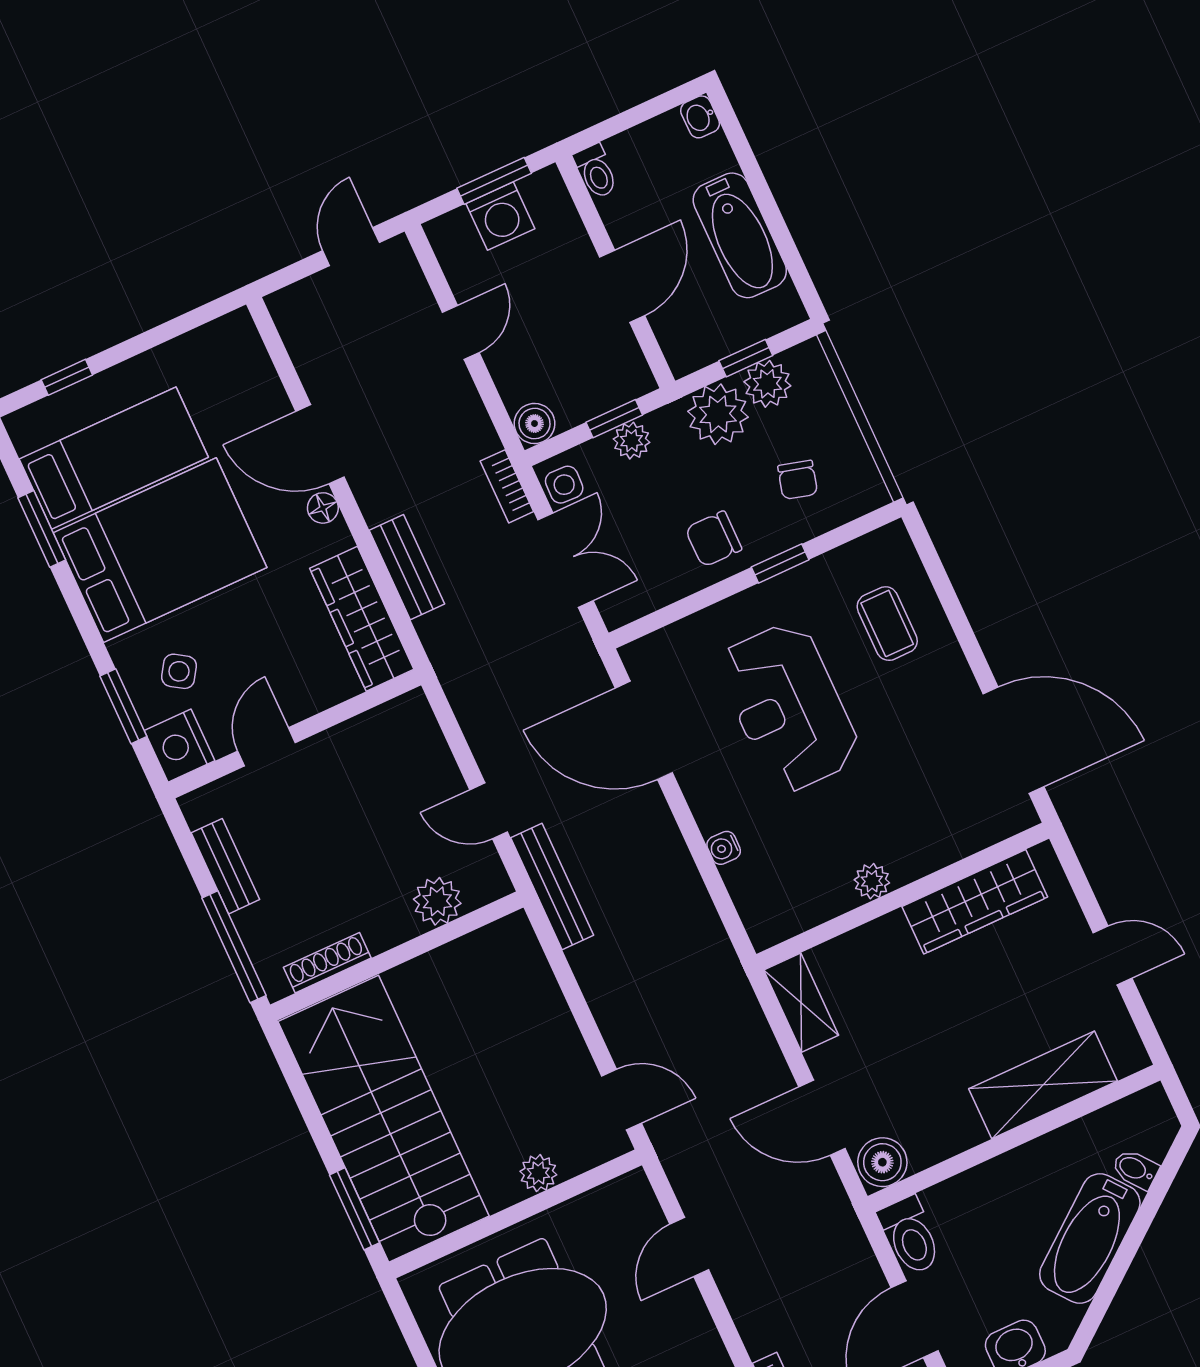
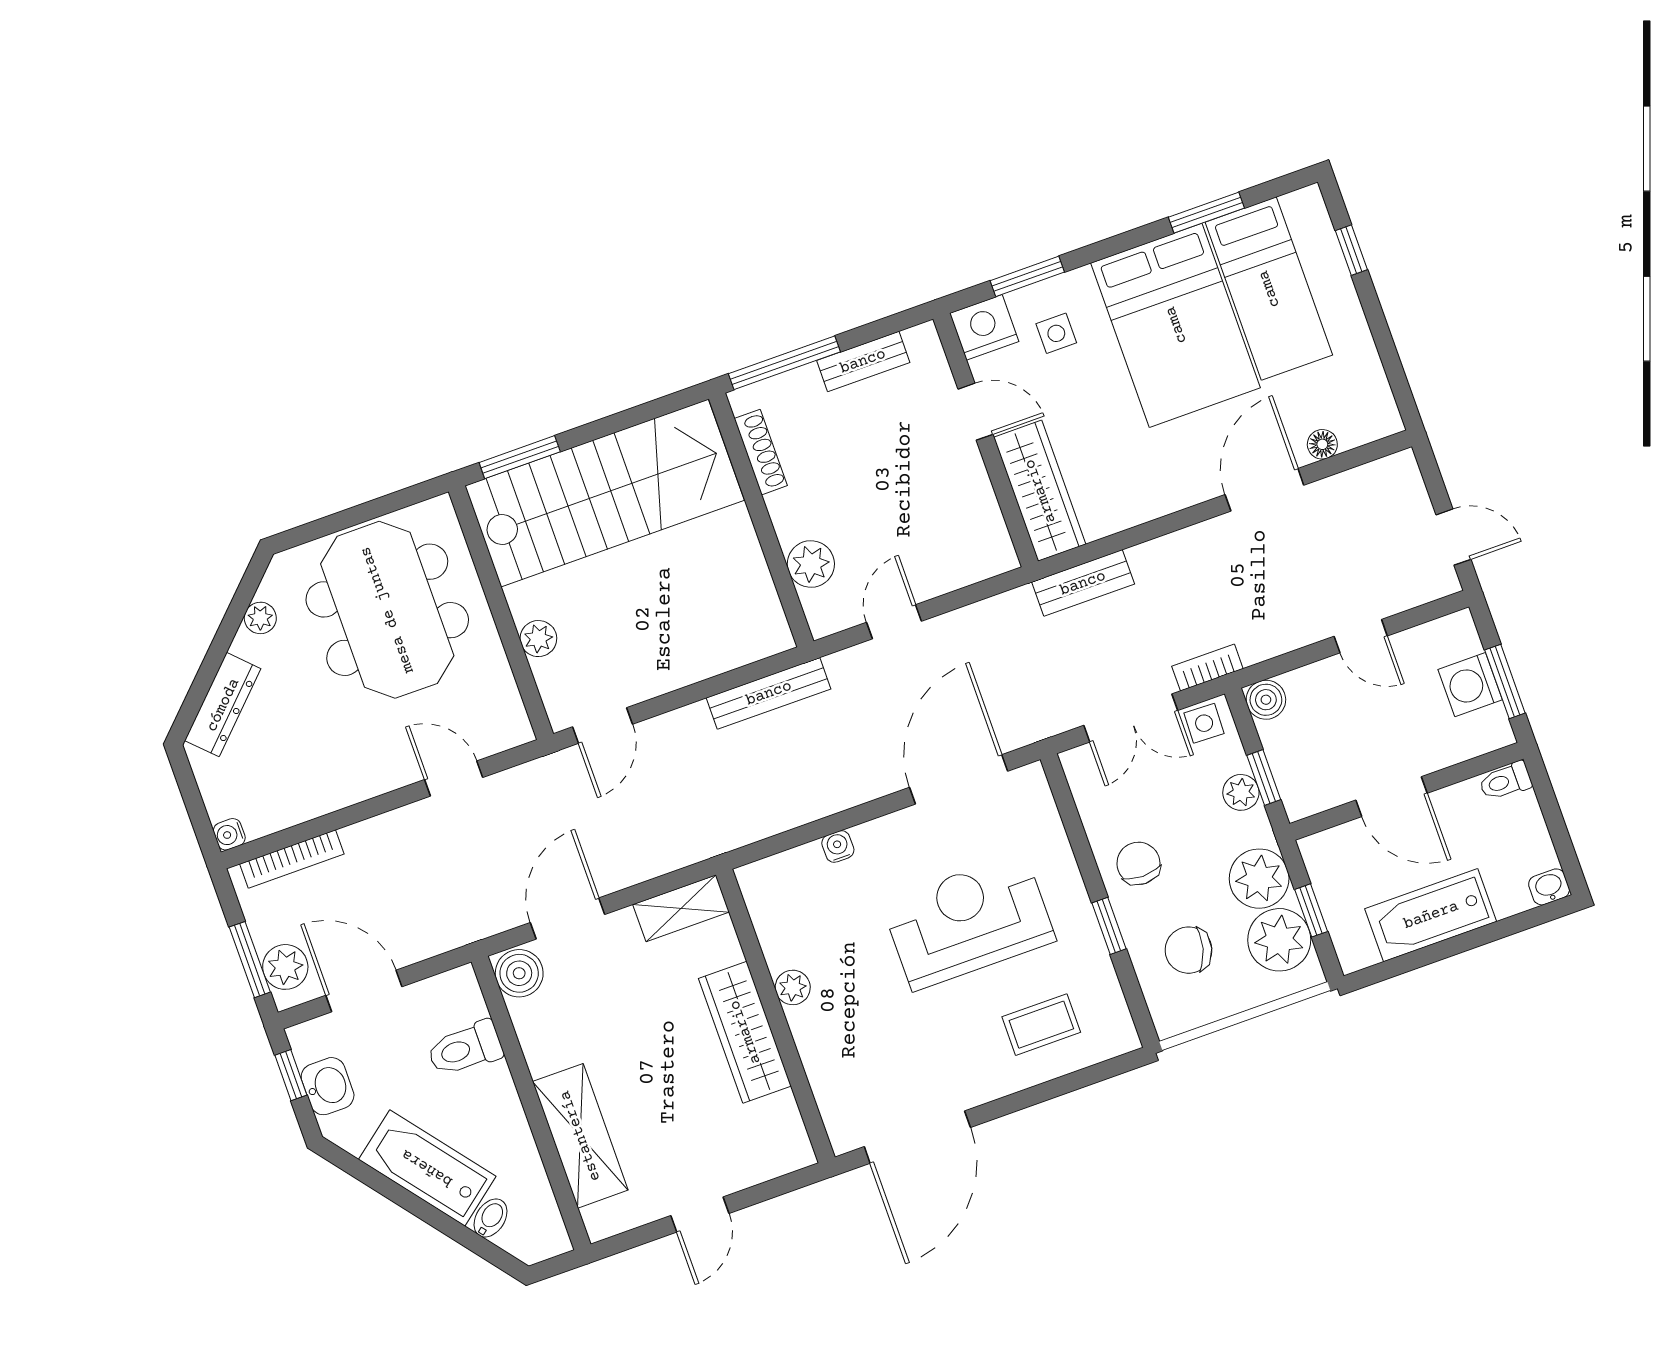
plant: (767, 384) -> (1279, 940), width x1.36, depth x1.36
chair: (798, 480) -> (1189, 950), width x1.37, depth x1.37
floor lamp: (323, 508) -> (1322, 444), moved
bench: (407, 567) -> (1083, 583), moved
wardrobe: (362, 619) -> (1040, 491), moved, turned 90
side table: (179, 671) -> (1056, 333), turned -33
bench: (552, 887) -> (769, 693), moved
wardrobe: (975, 902) -> (745, 1032), moved
toilet: (910, 1236) -> (465, 1049), moved

